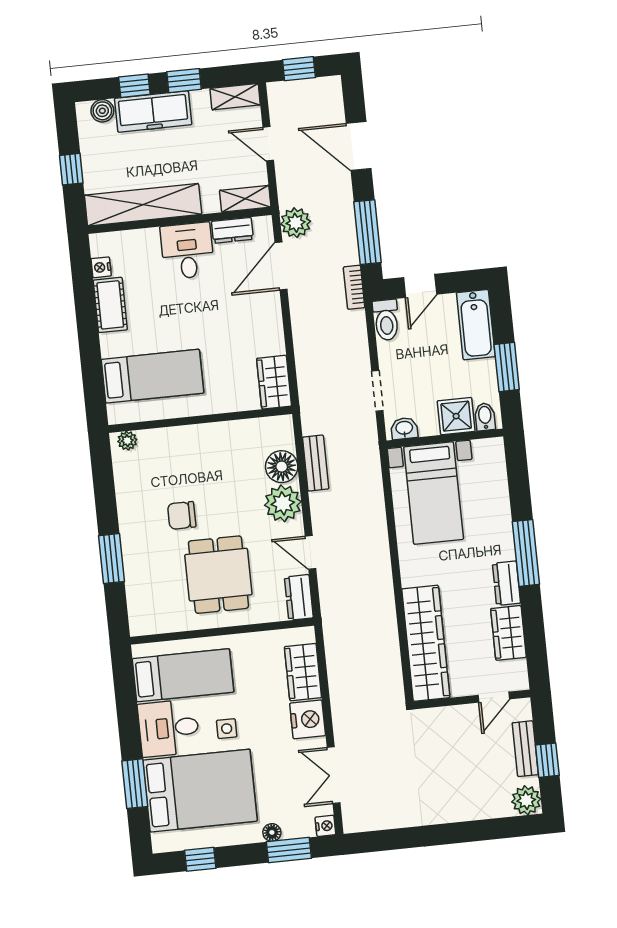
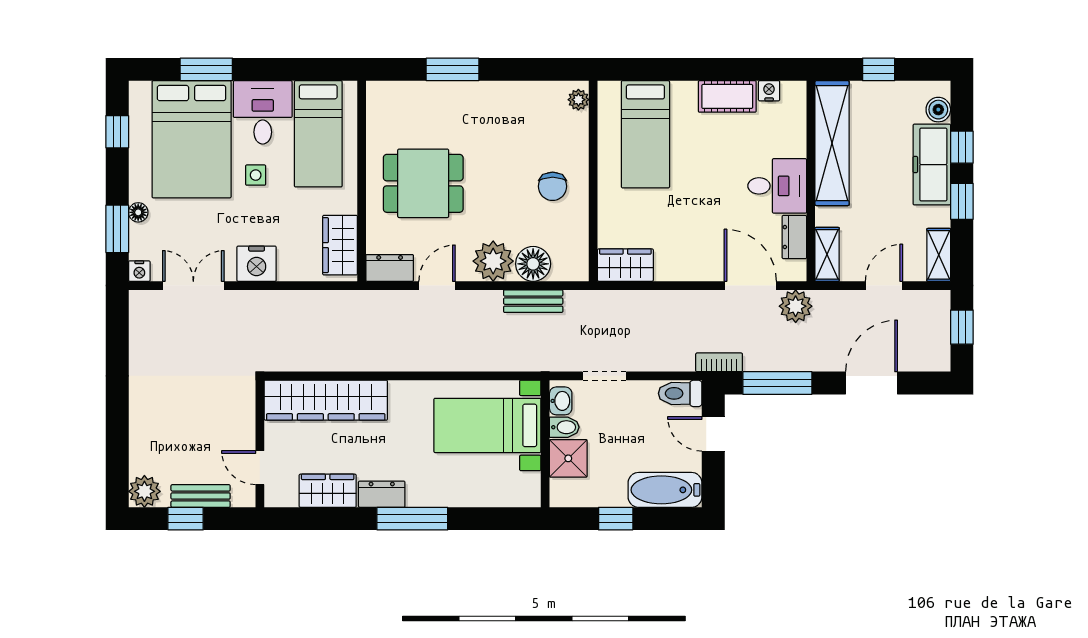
window: (507, 367) -> (616, 519), width x0.67
bidet: (485, 417) -> (564, 427), moved
chair: (182, 515) -> (553, 186), moved, turned 180
wardrobe: (303, 672) -> (340, 245), moved, turned -90

